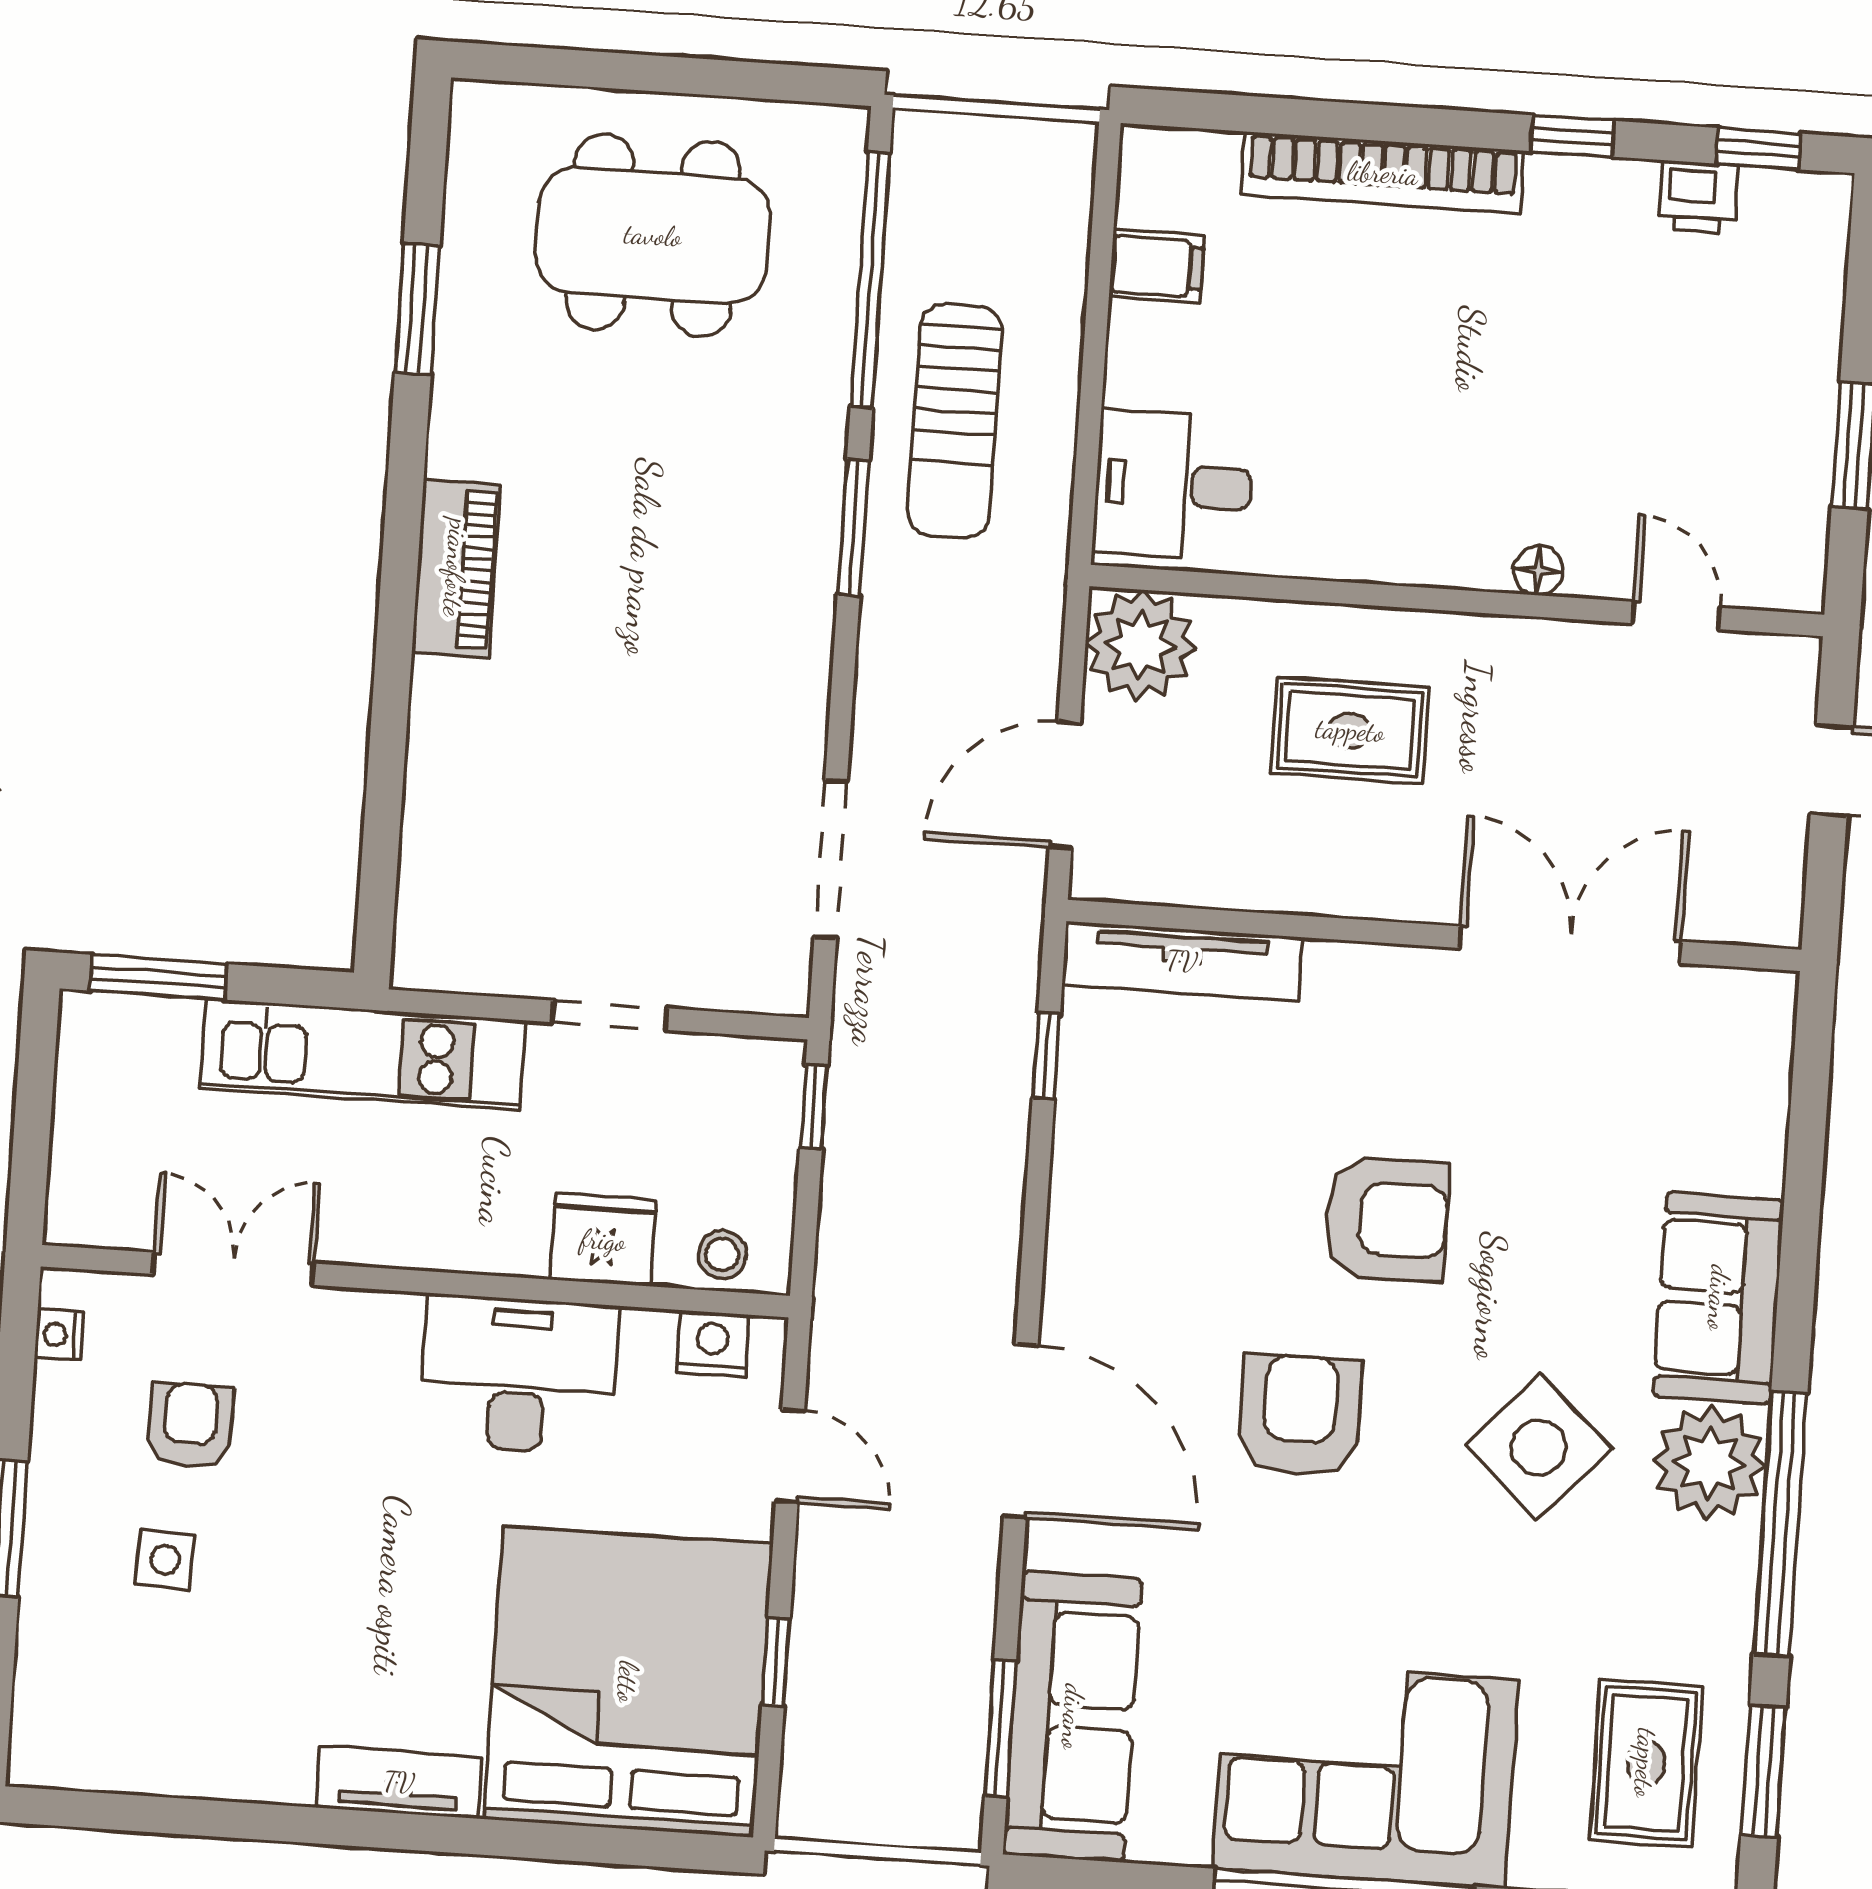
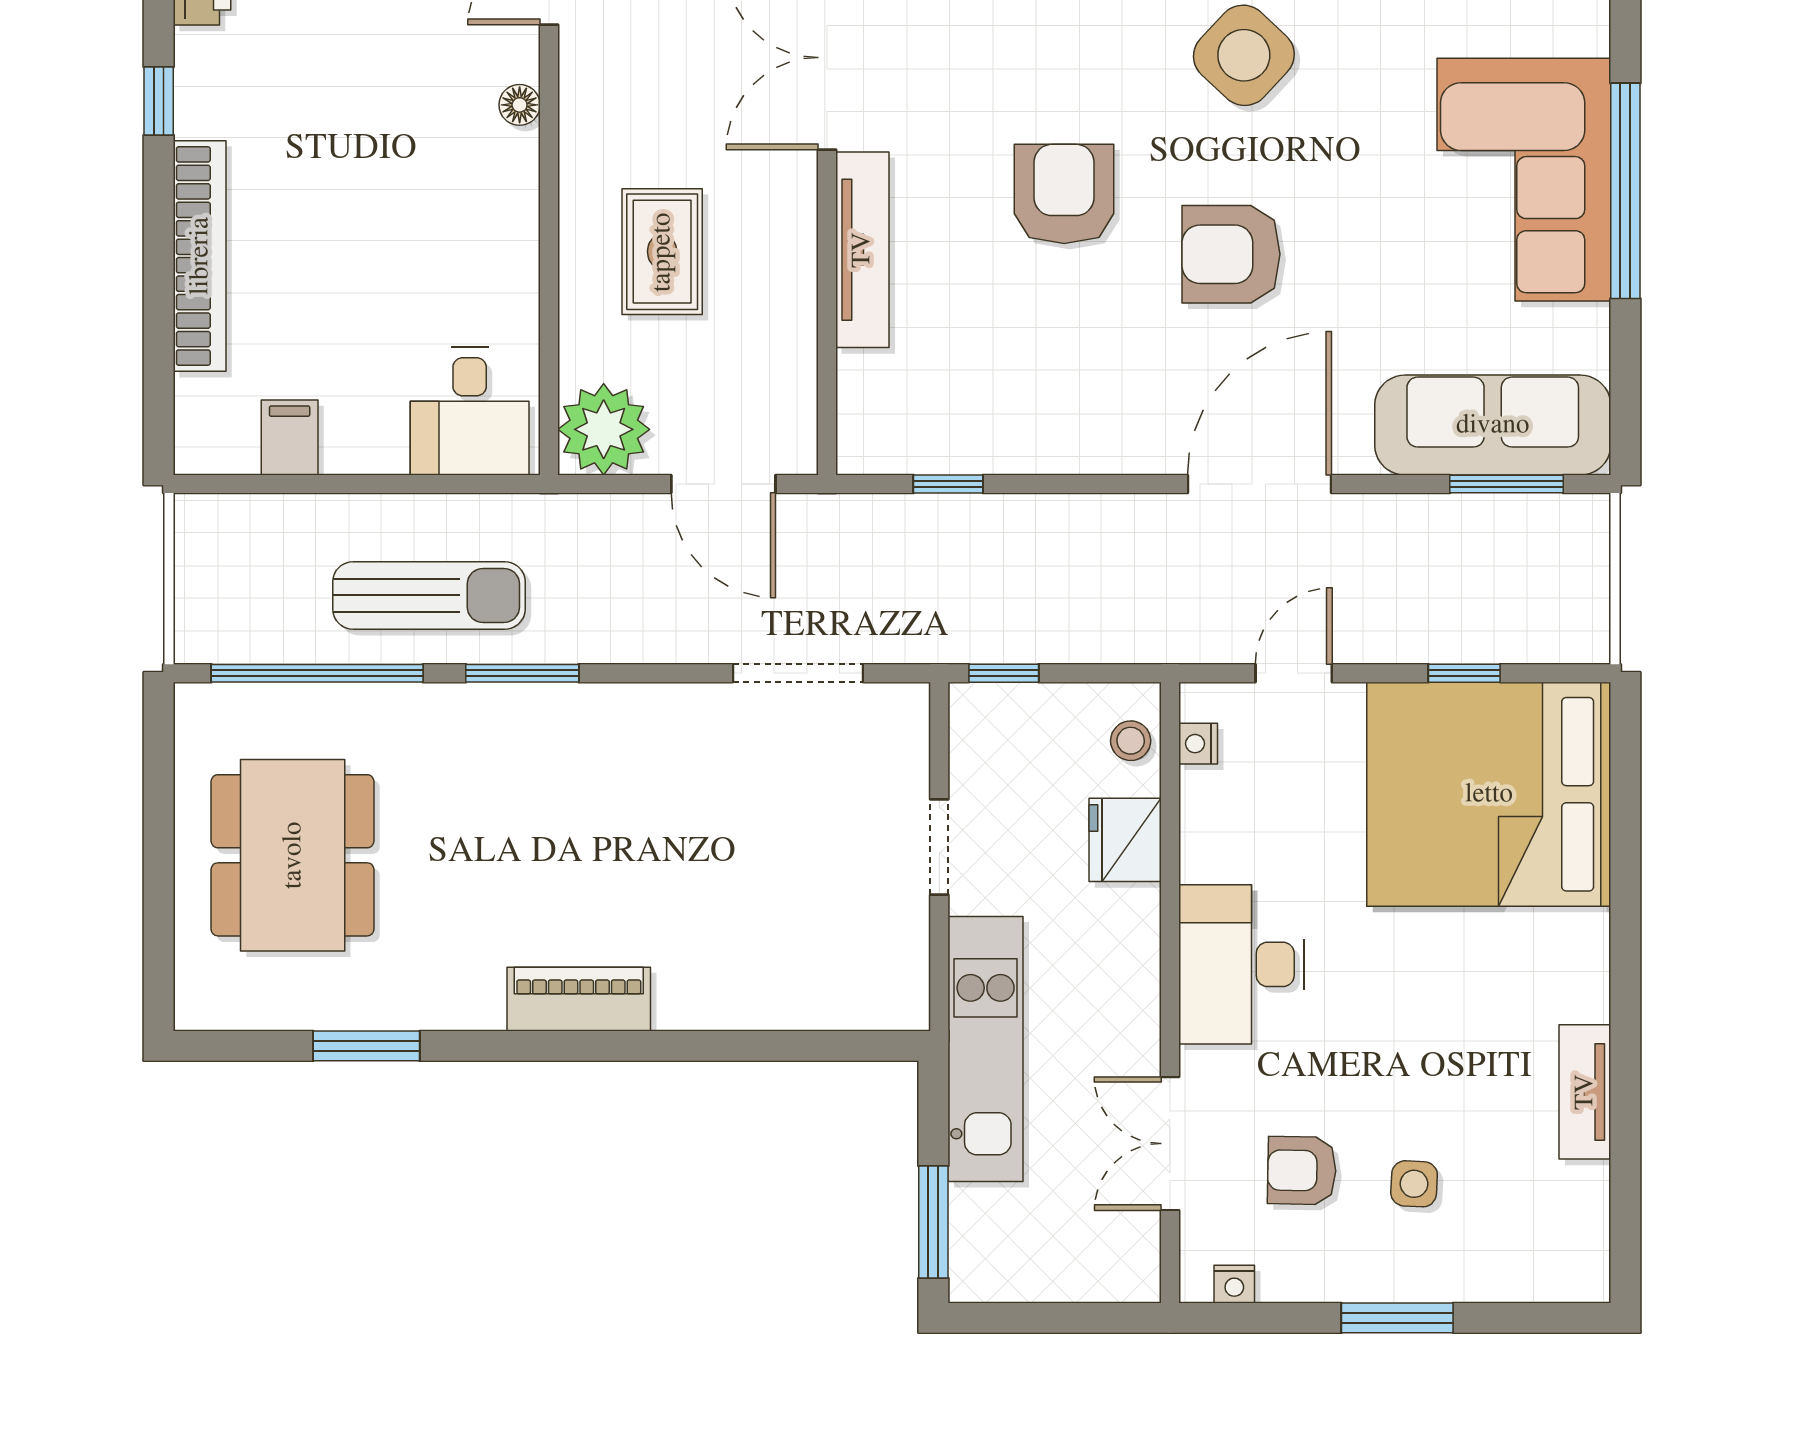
tv unit: (1182, 961) -> (862, 250), moved
nightstand: (713, 1344) -> (1198, 744), width x0.72, depth x0.74
desk: (519, 1375) -> (1241, 964), moved
tv unit: (399, 1782) -> (1585, 1092), moved

